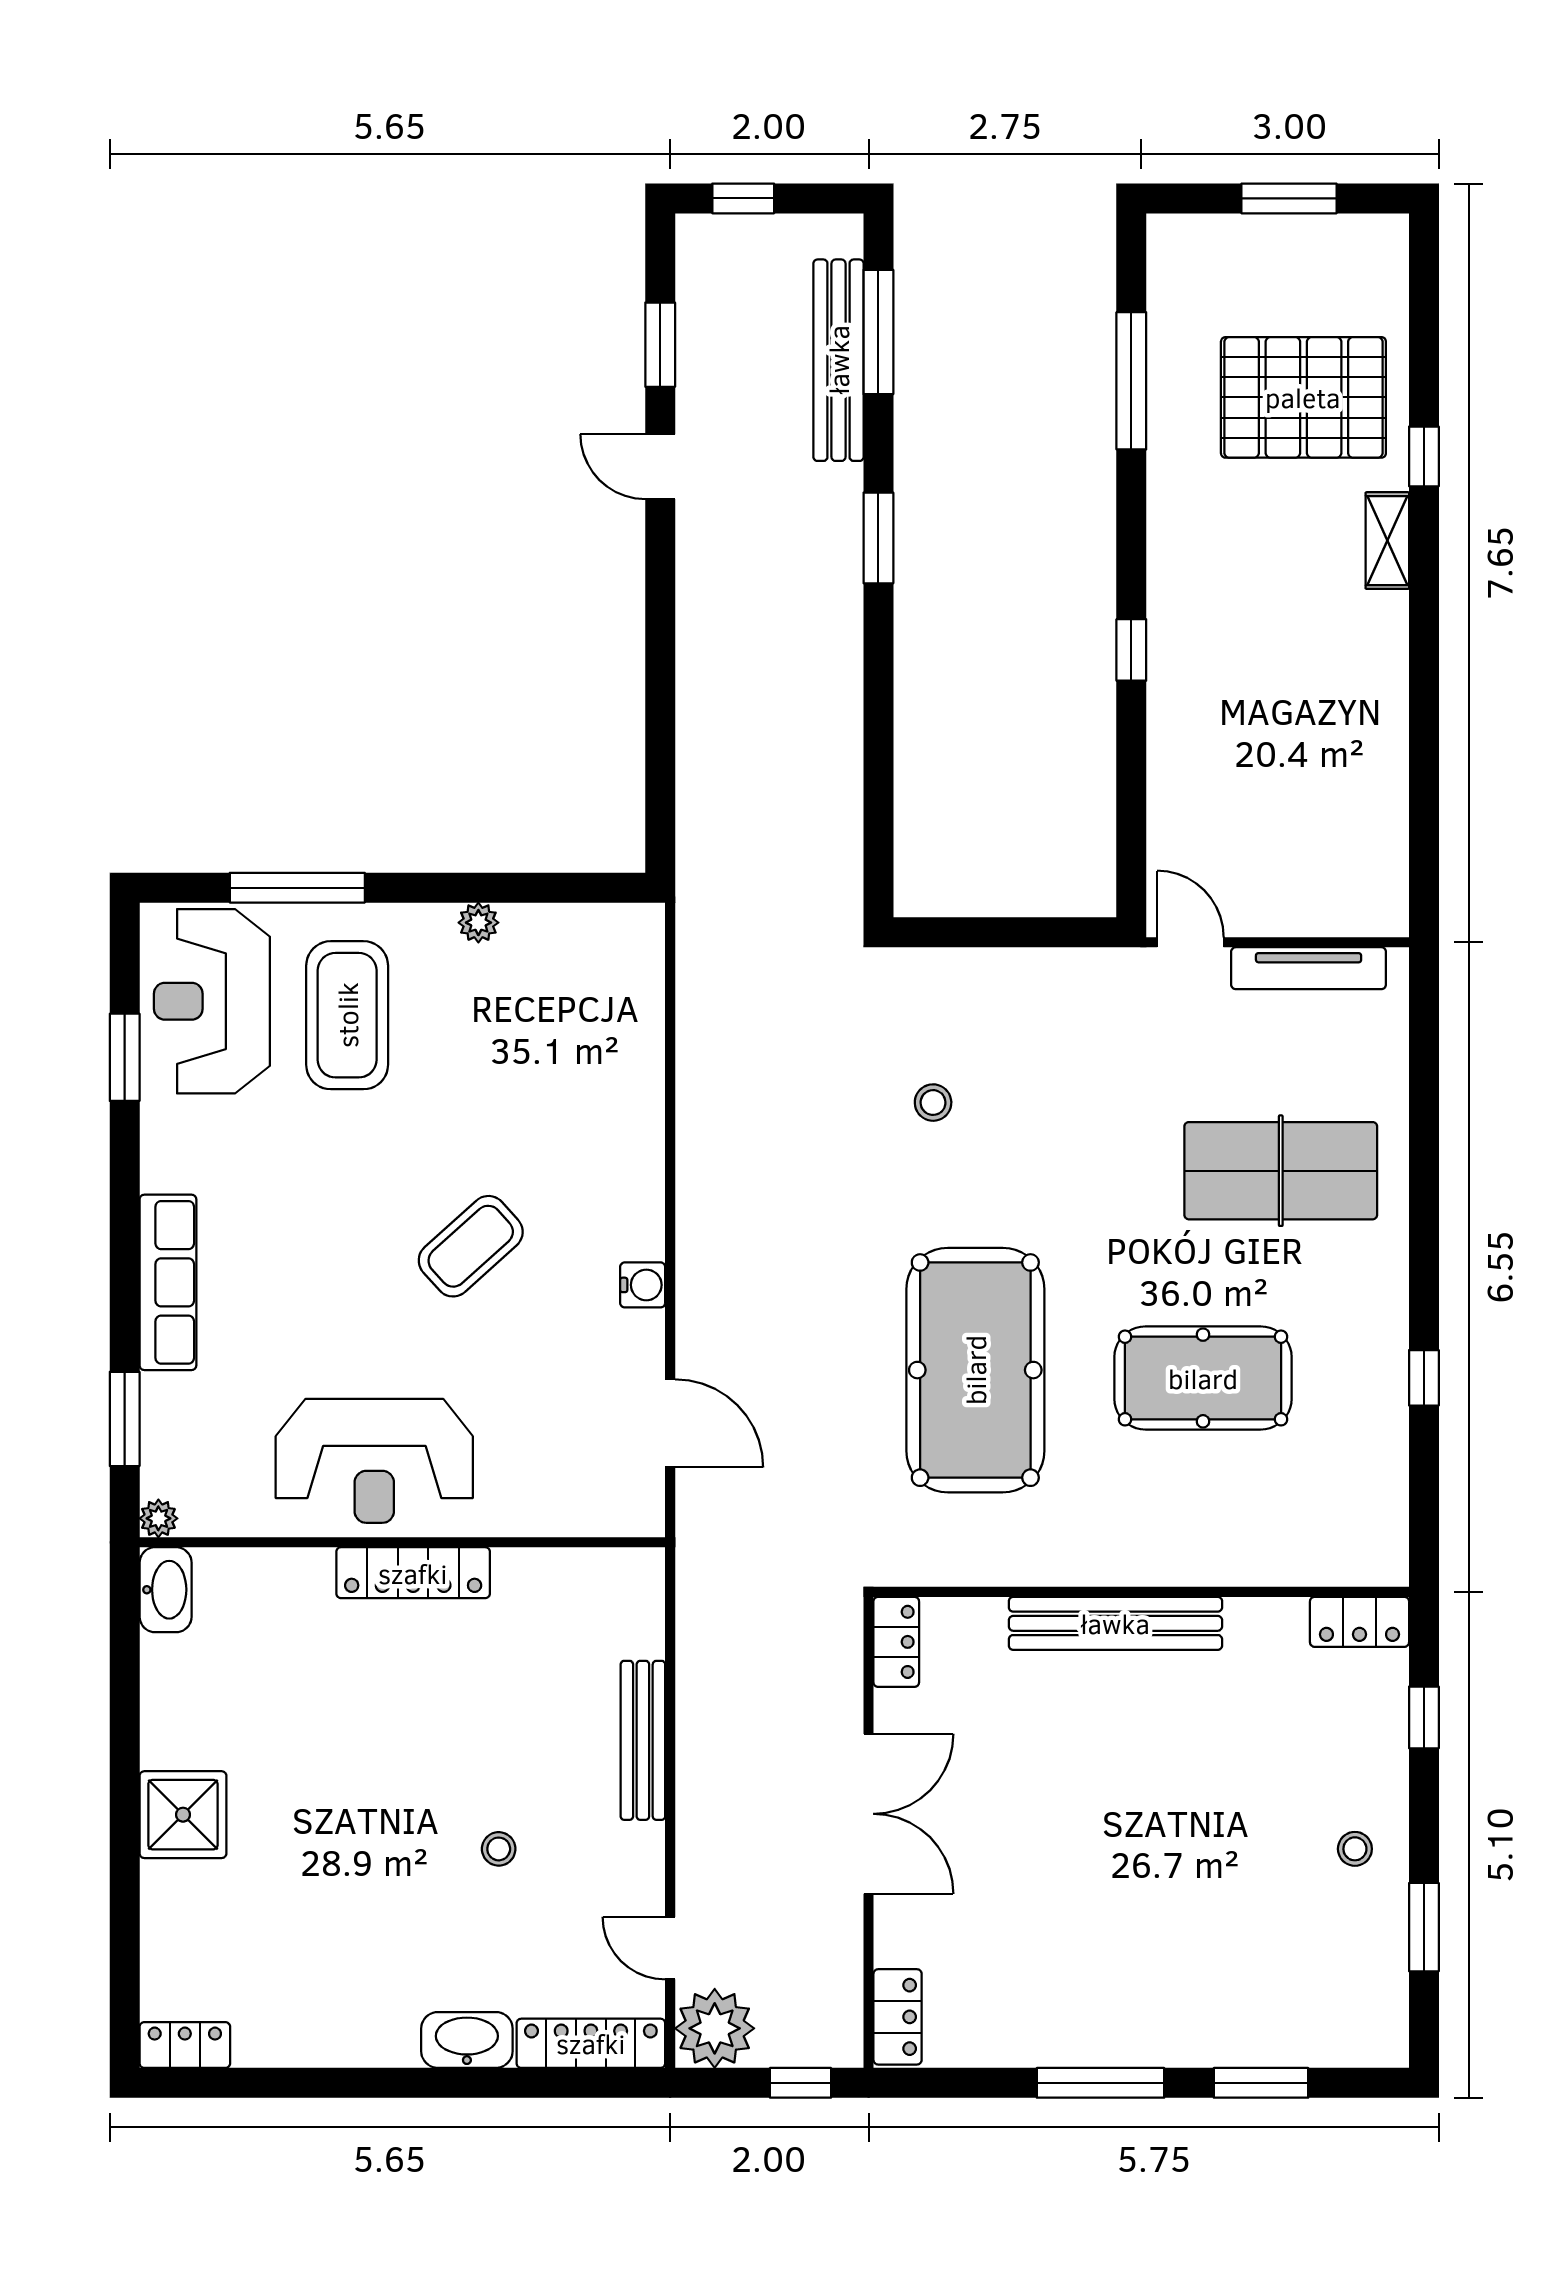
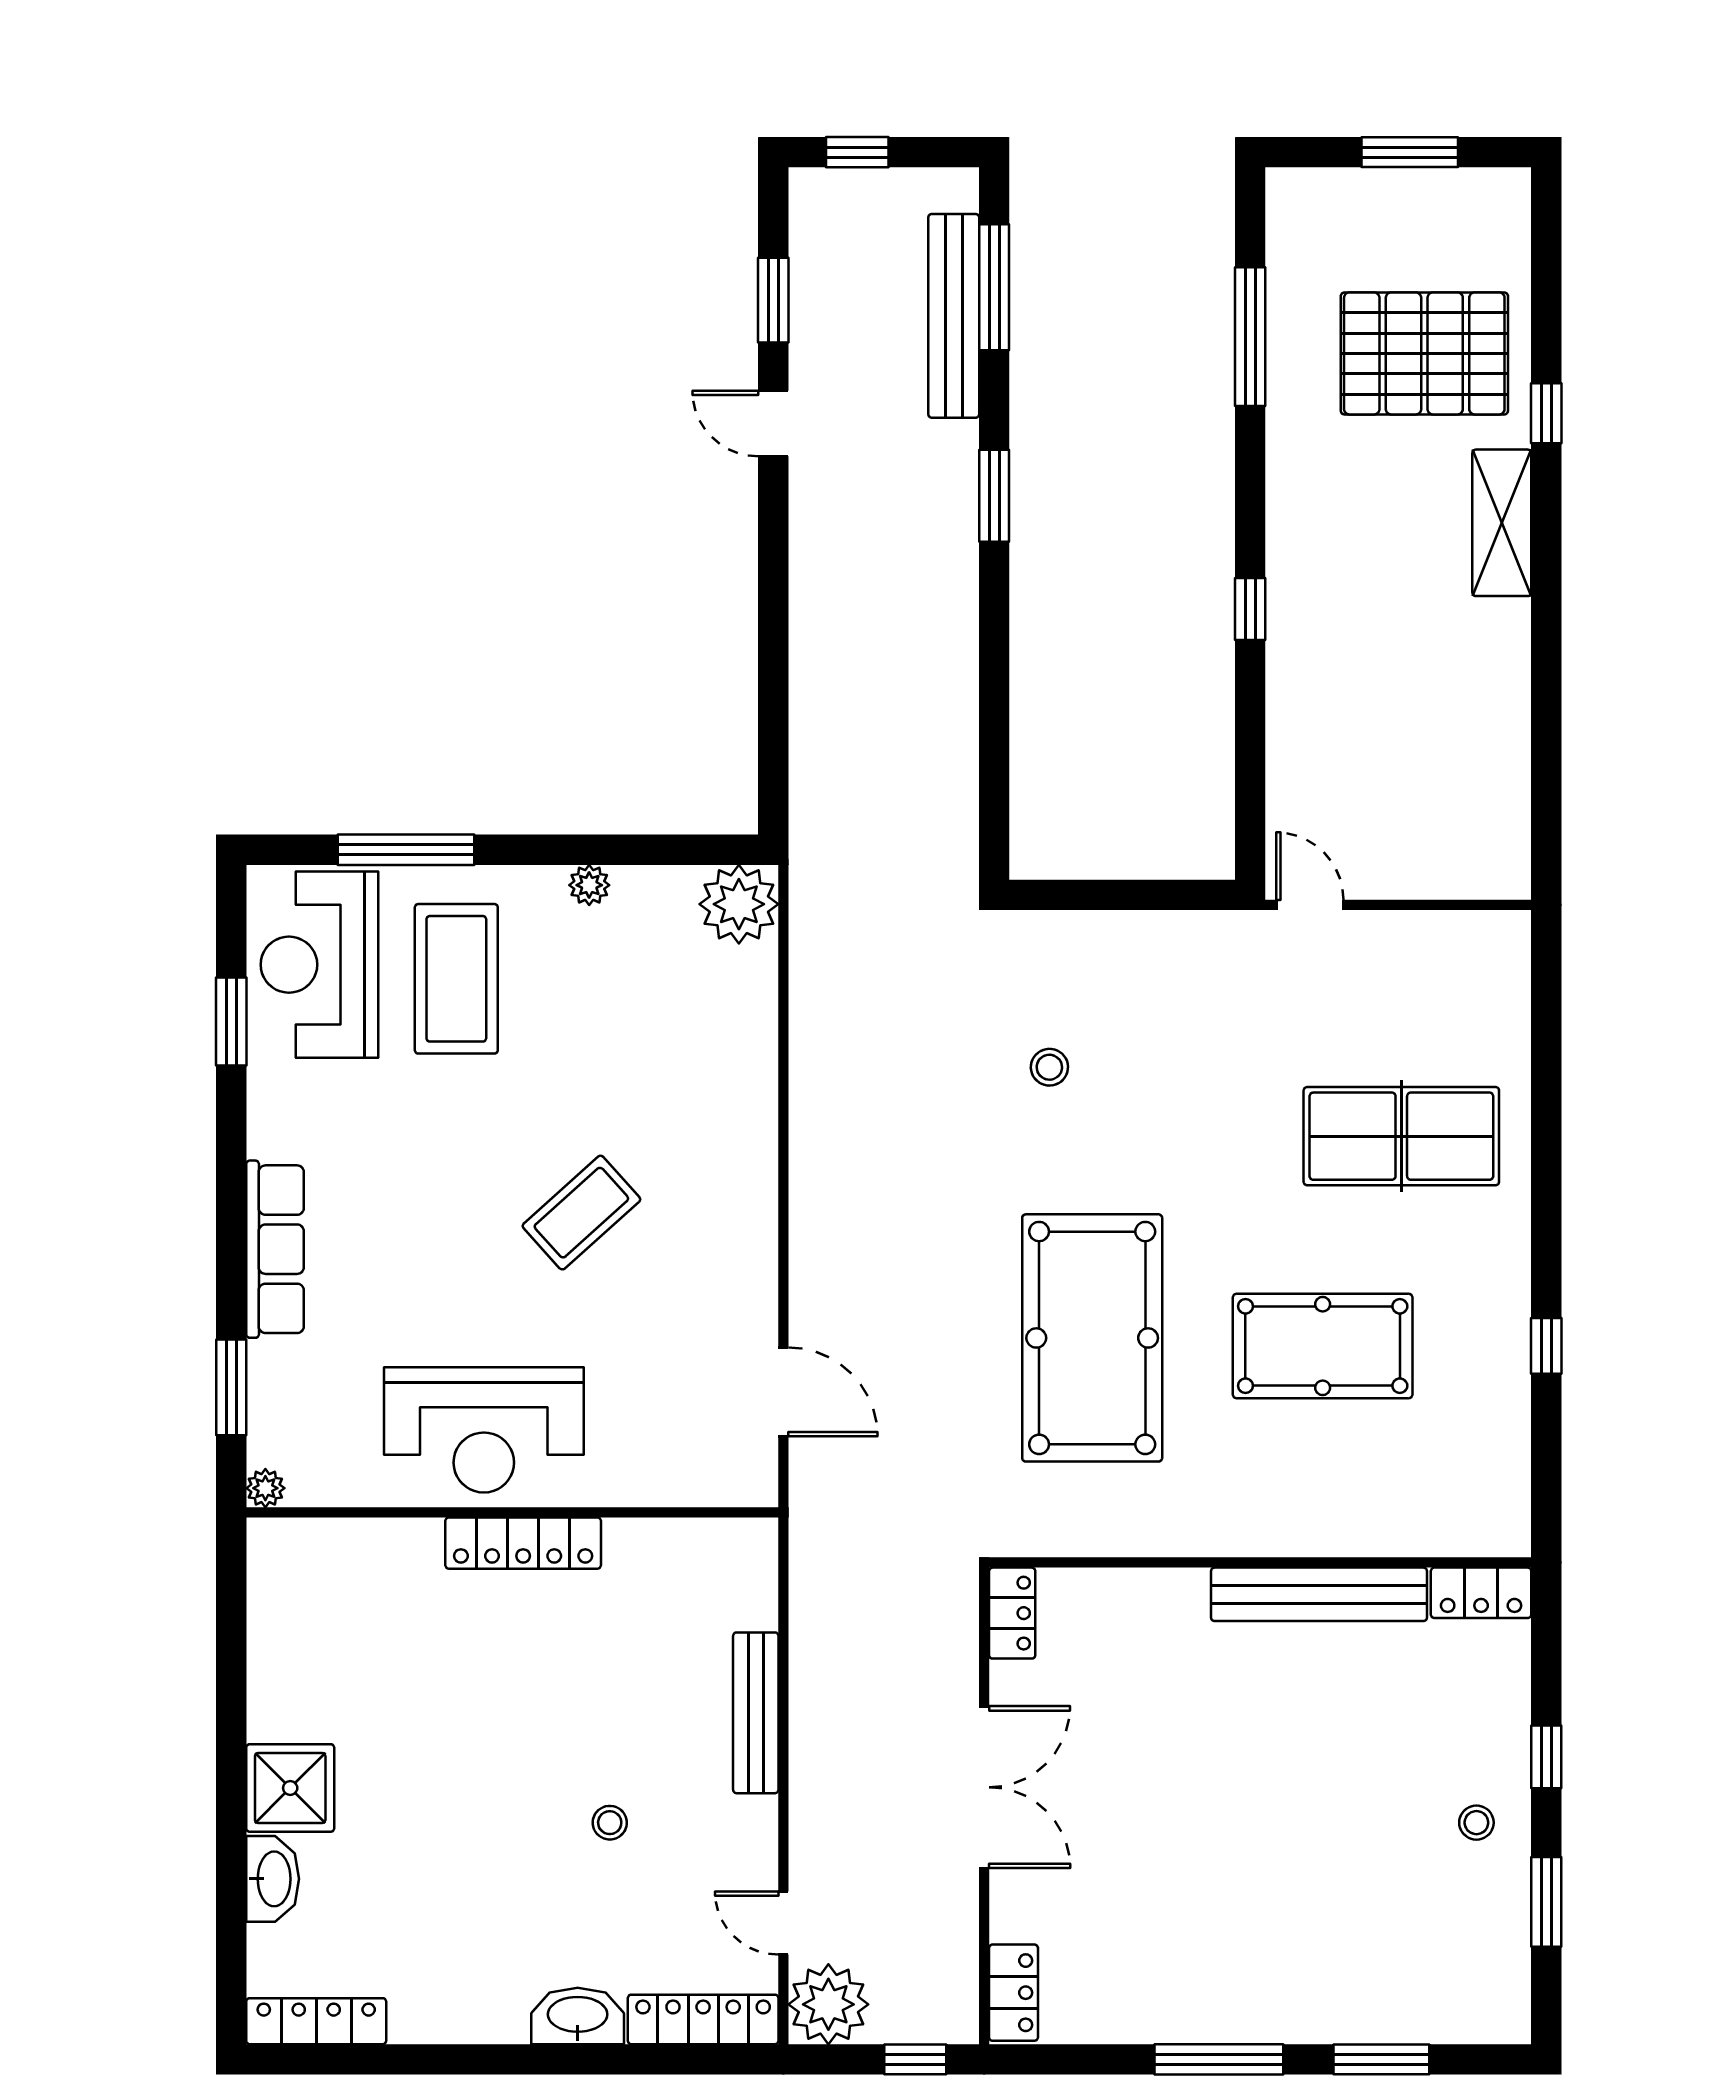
shelving: (1387, 541) -> (1502, 523), width x1.50, depth x1.33
plant: (626, 942) -> (739, 904), added
tv unit: (1309, 968) -> (1429, 931), removed
water cooler: (643, 1285) -> (755, 1252), removed
washbasin: (166, 1590) -> (273, 1879), moved
bench: (1115, 1623) -> (1319, 1594), moved
window: (1424, 1717) -> (1546, 1757), moved
locker: (185, 2045) -> (316, 2021), width x1.53

